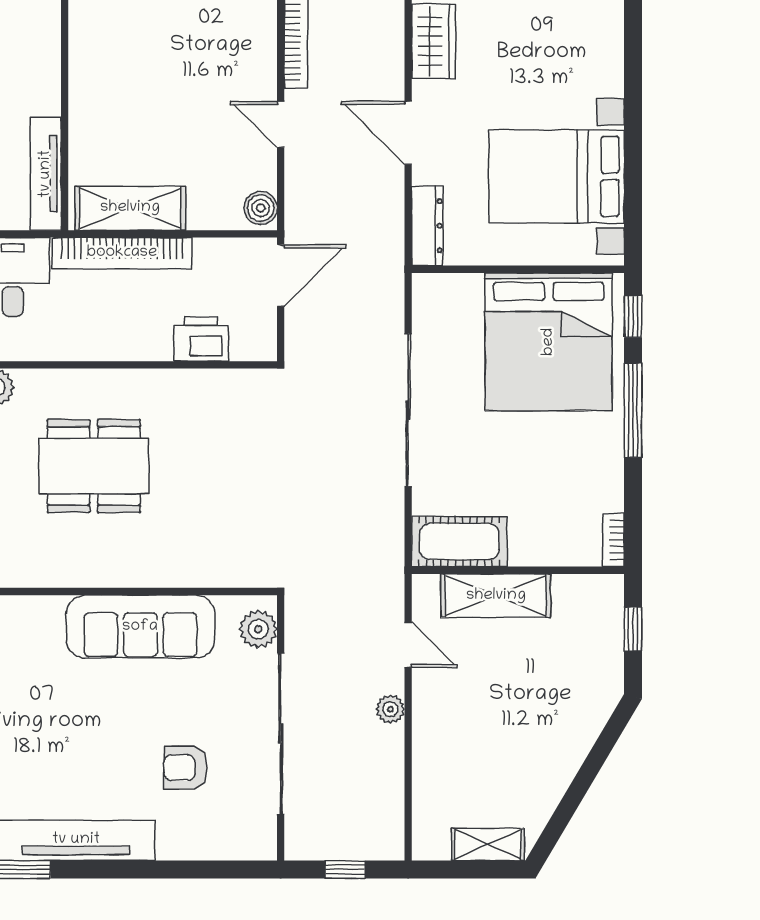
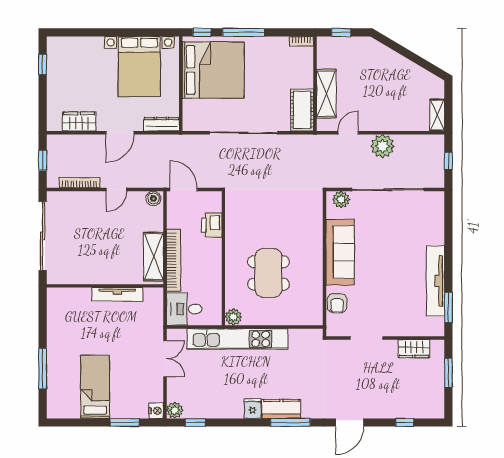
tv unit: (46, 174) -> (117, 294), moved
plant: (390, 709) -> (382, 146), width x1.88, depth x1.88
armchair: (186, 768) -> (337, 303), moved
shelving: (488, 844) -> (437, 115), moved

